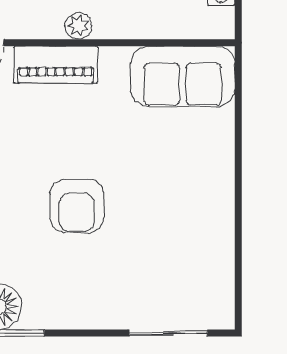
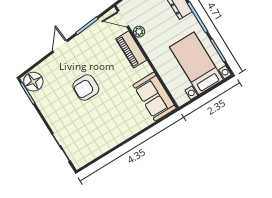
plant: (79, 26) -> (139, 32), moved

